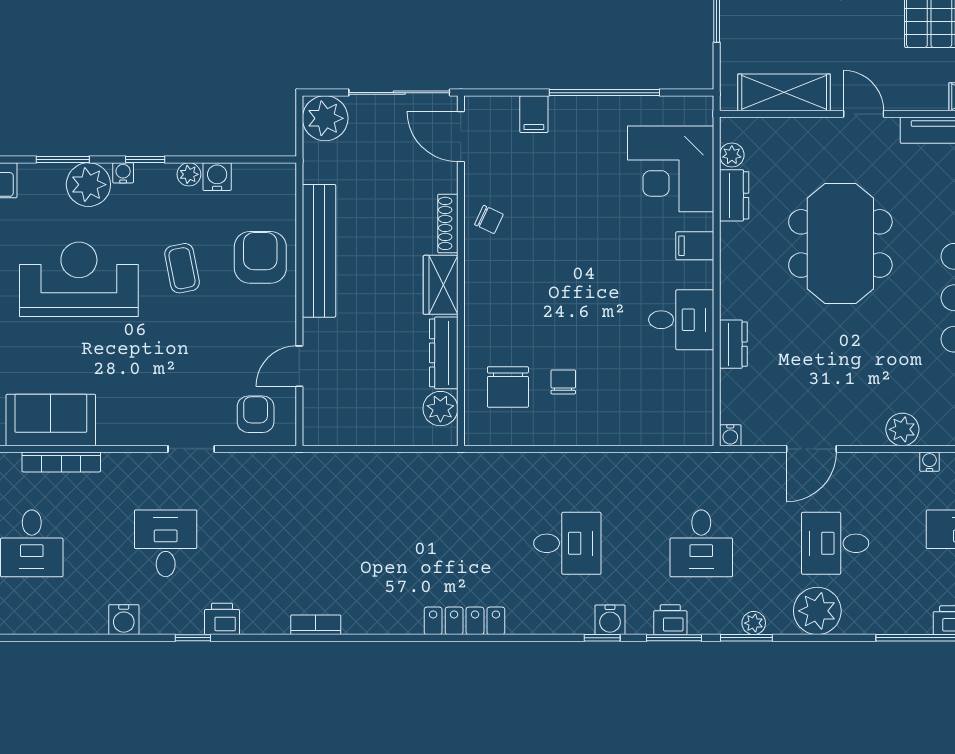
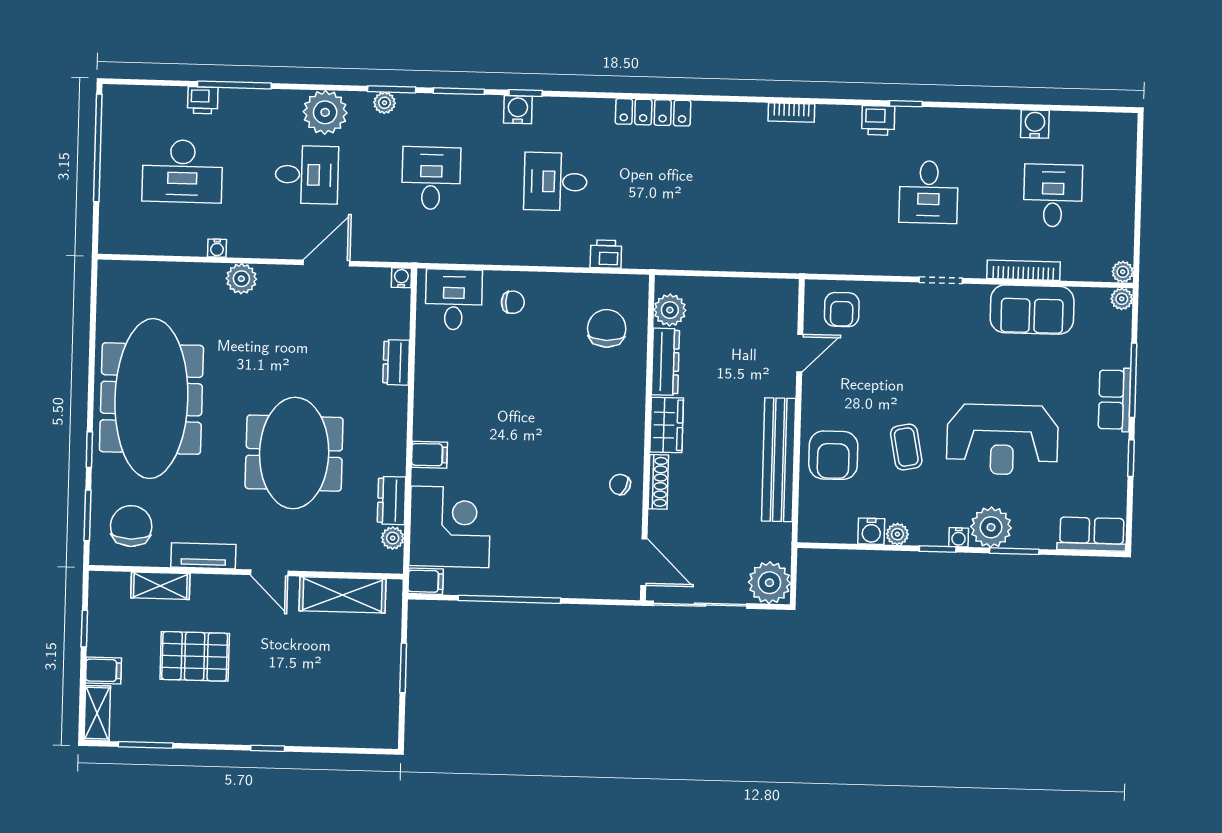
filing cabinet: (534, 114) -> (426, 581), moved, turned 90
desk: (681, 320) -> (454, 300), moved, turned 90
chair: (563, 382) -> (513, 302), moved, turned -90
doorway: (191, 449) -> (941, 280), moved
water cooler: (124, 620) -> (1035, 124), moved
printer: (670, 620) -> (606, 254), moved, turned 180

